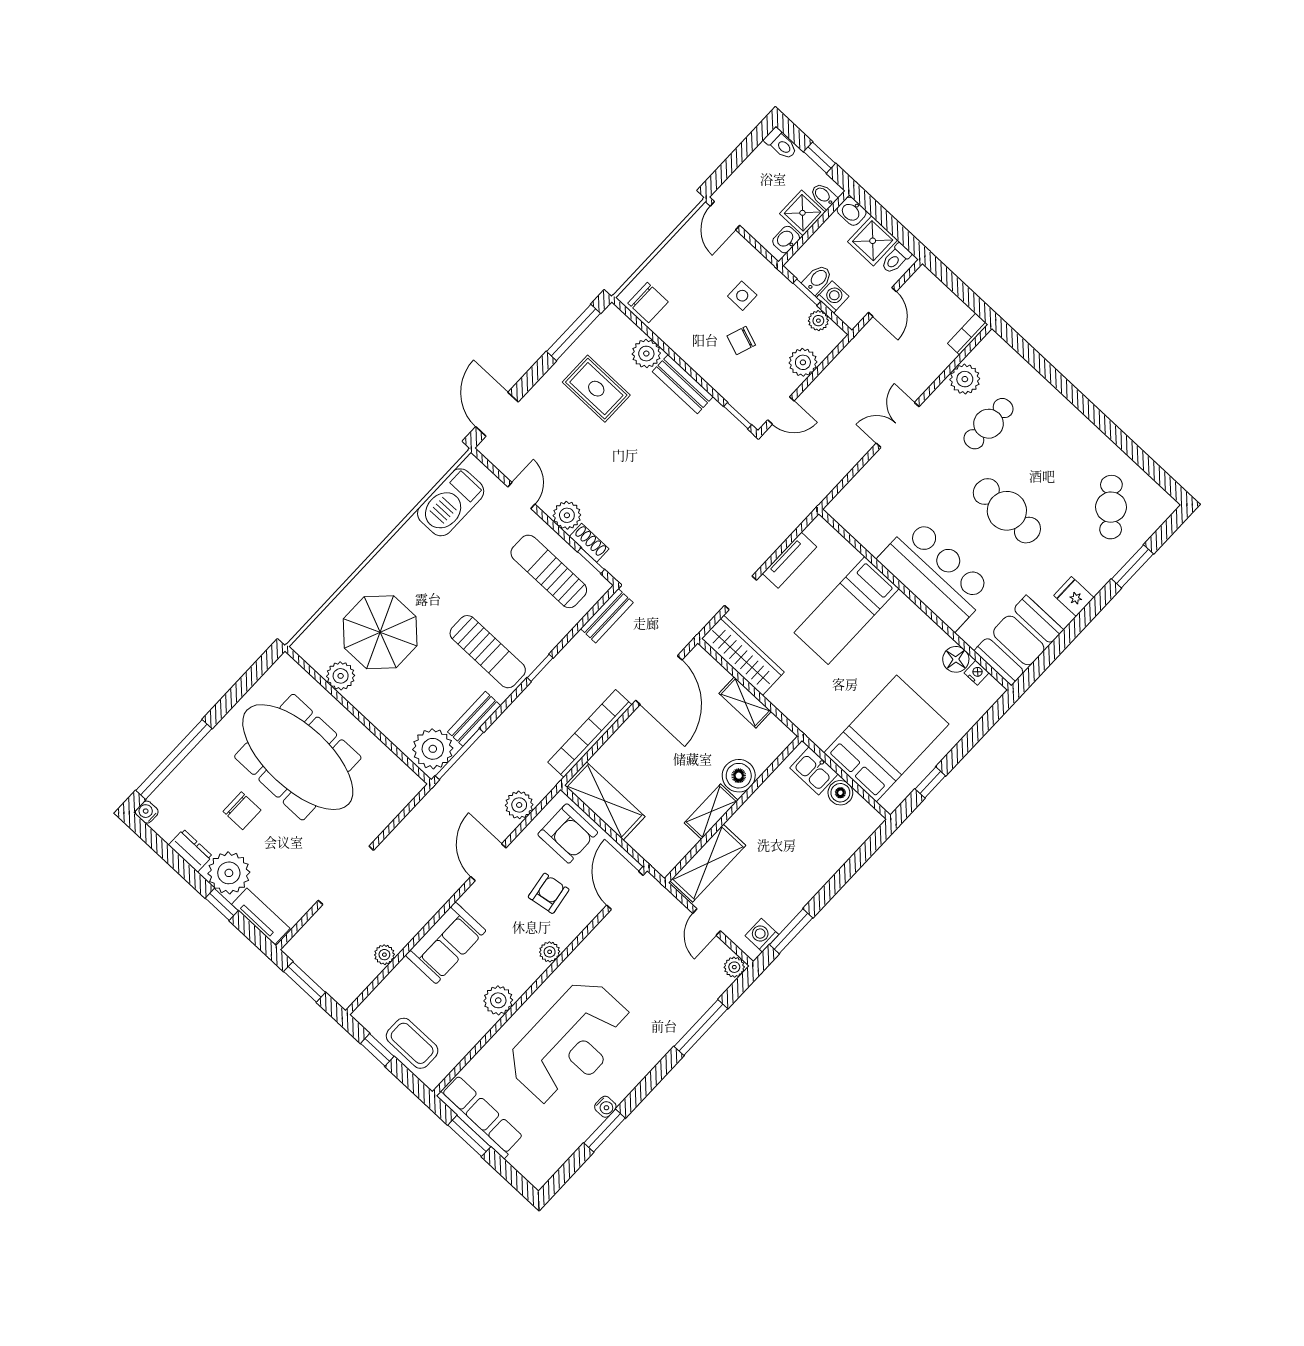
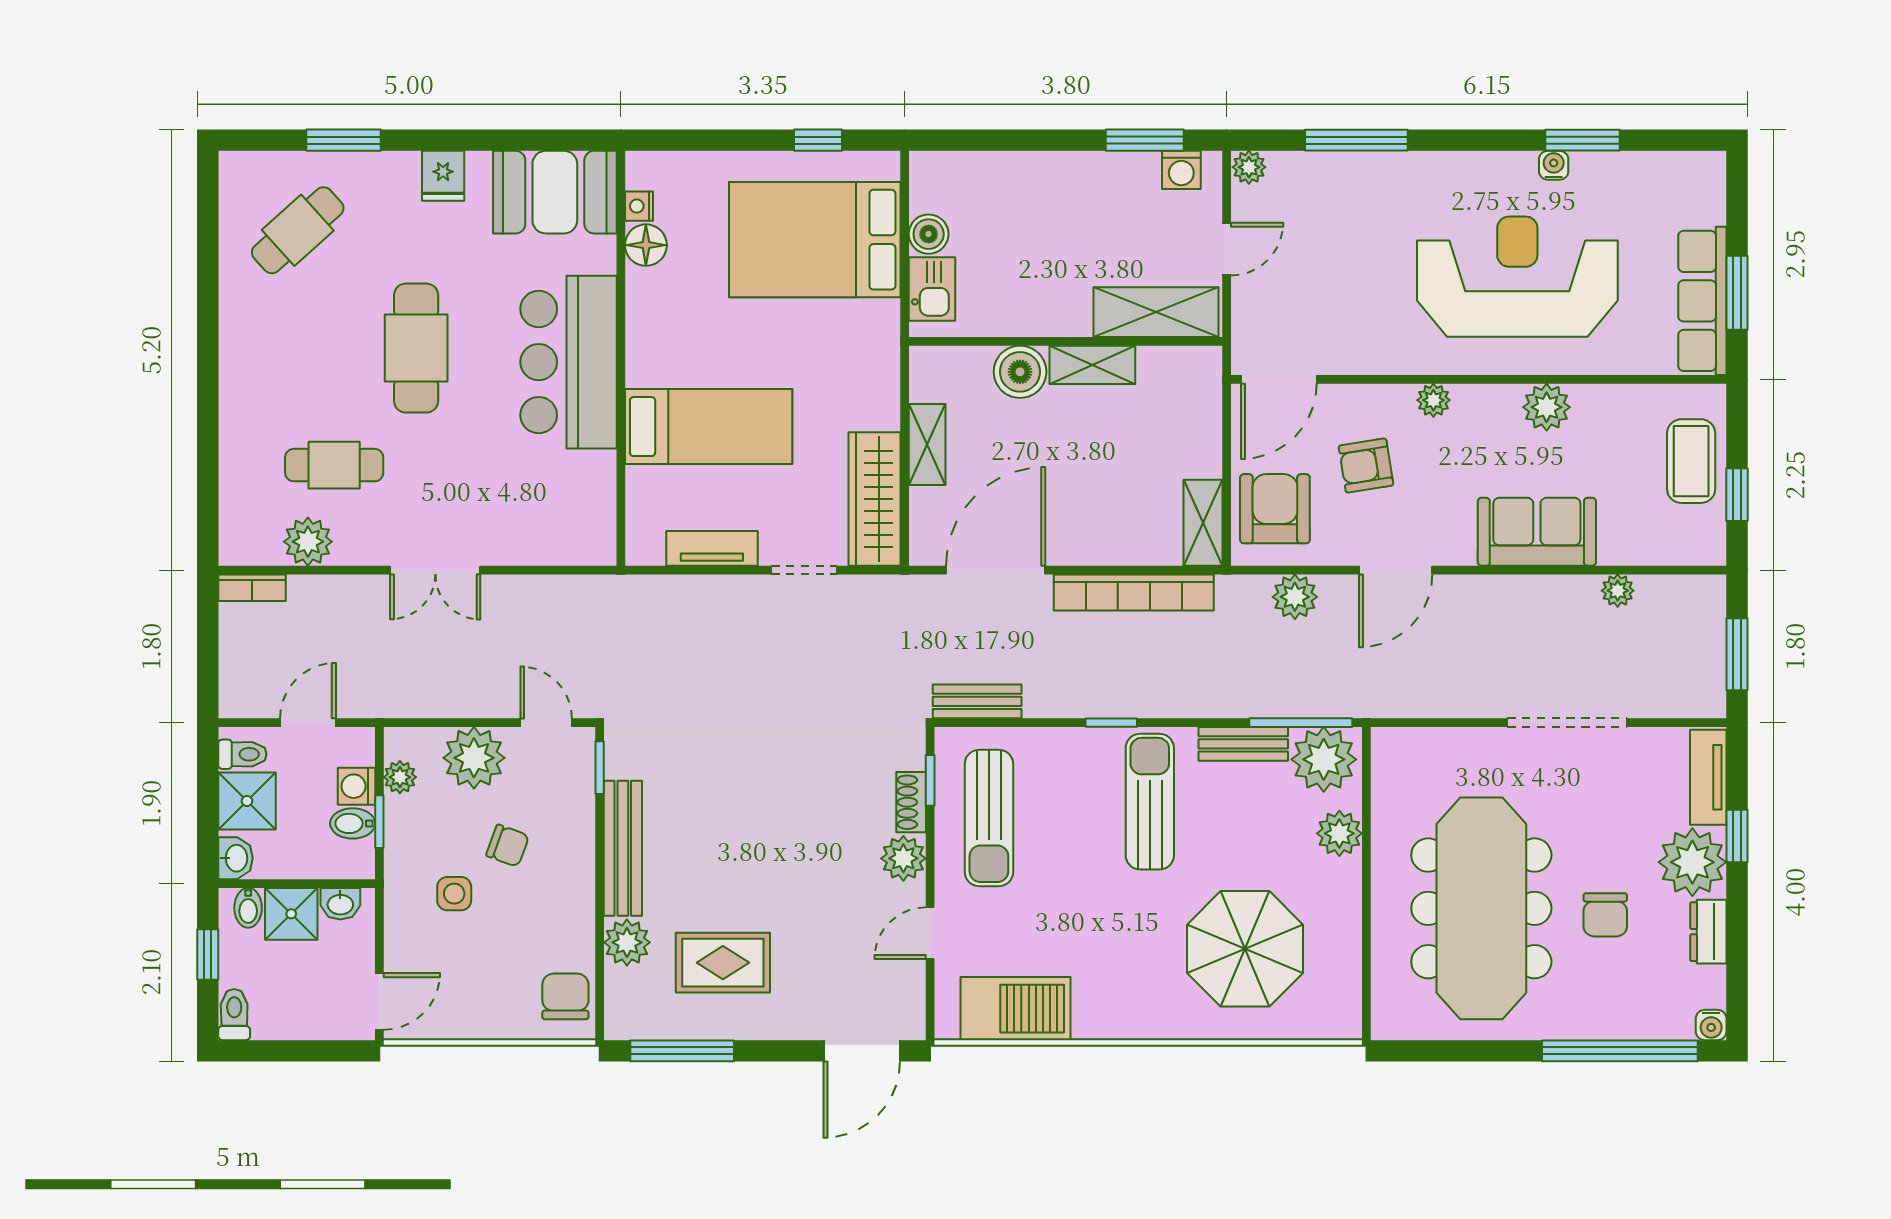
plant: (803, 362) -> (474, 758), width x1.36, depth x1.36
bench: (683, 384) -> (623, 848), width x1.36
rug: (596, 389) -> (723, 963), turned 90
plant: (341, 676) -> (1339, 833), moved
shelving: (605, 801) -> (1203, 523), width x0.67, depth x0.75
chair: (242, 811) -> (1605, 915), turned 180

